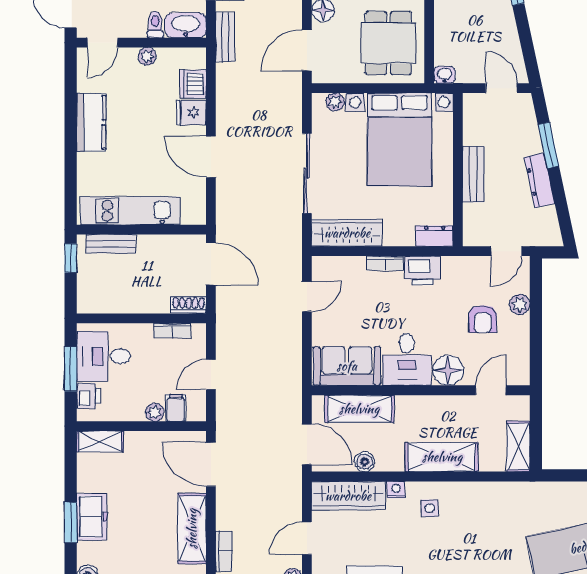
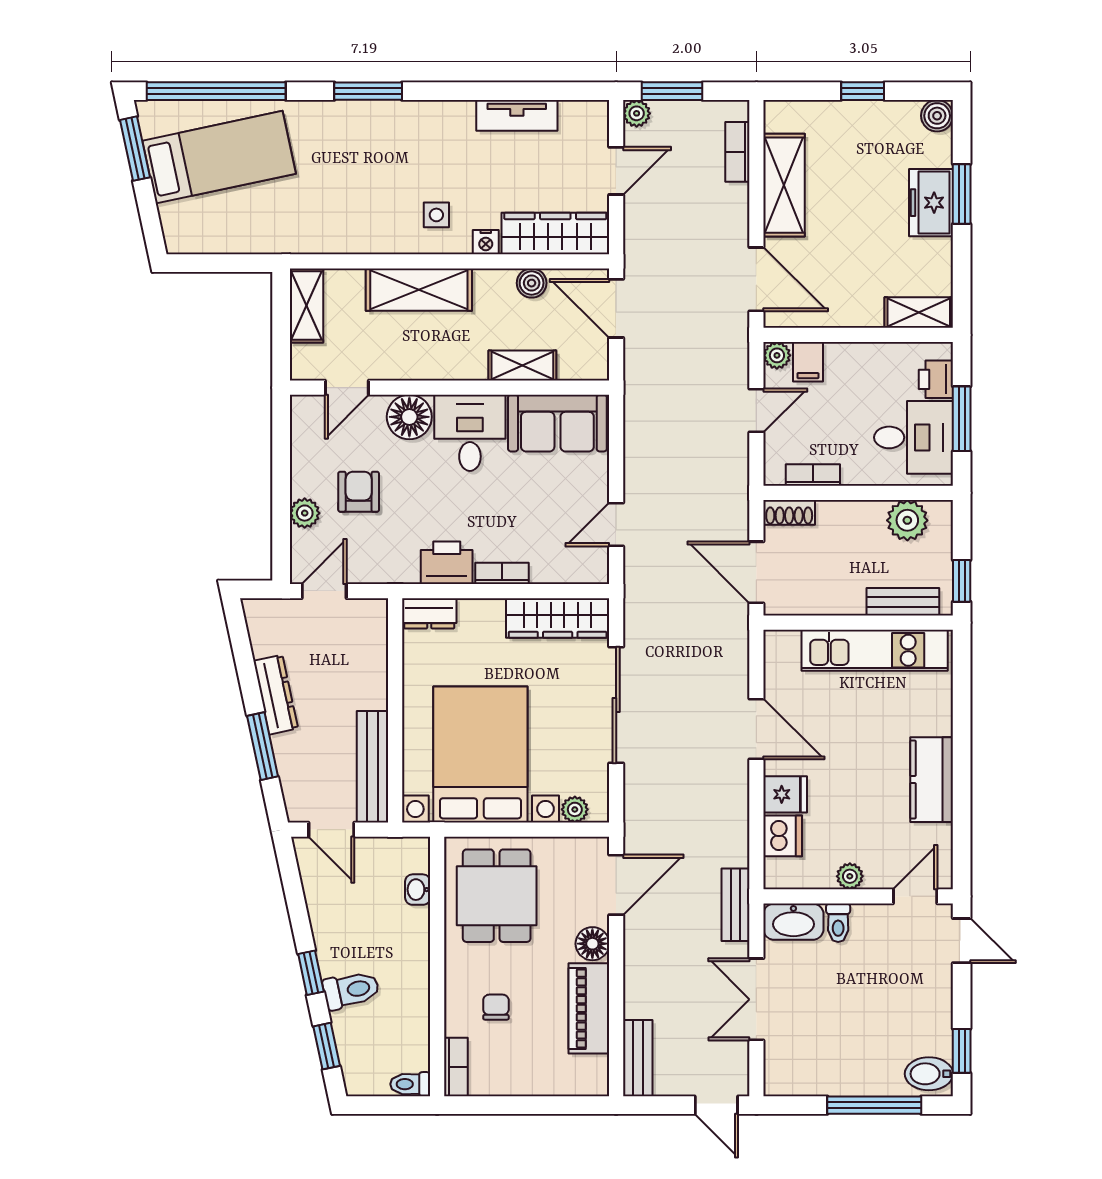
washbasin: (444, 75) -> (418, 890), moved, turned 90
bench: (473, 174) -> (372, 767), moved, width x1.36
plant: (108, 300) -> (907, 520), added
shelving: (359, 409) -> (522, 365), width x0.67, depth x0.75
plant: (155, 412) -> (777, 355), moved

